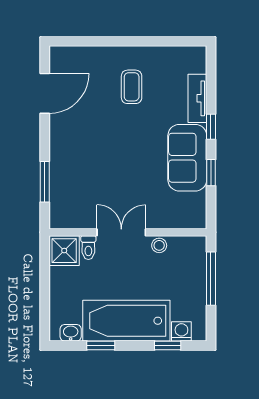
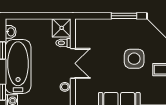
side table: (114, 134) -> (134, 59), added
window: (45, 182) -> (124, 16), moved

